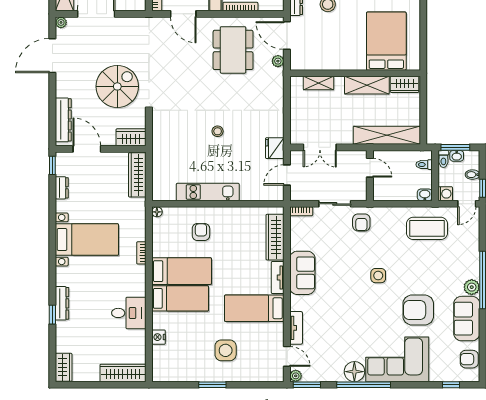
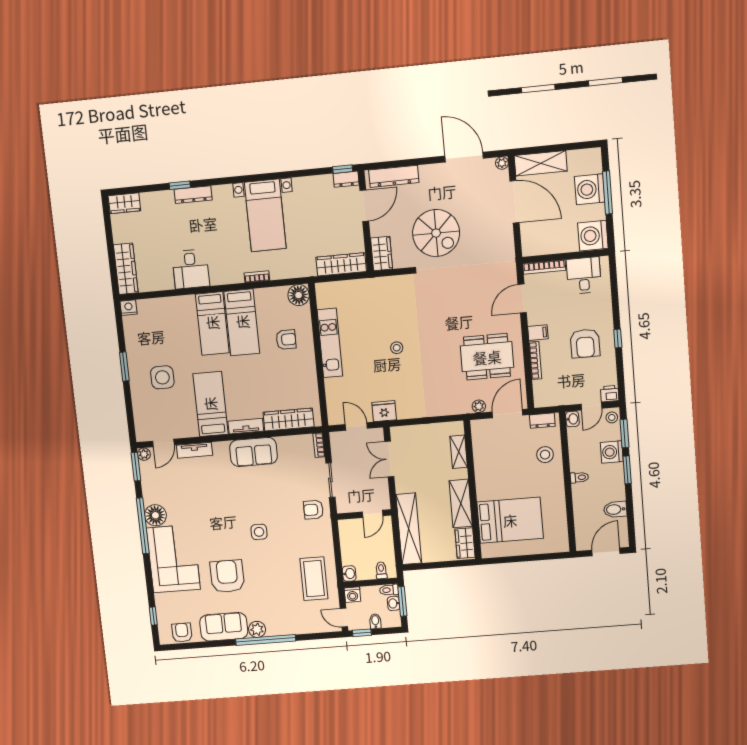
dresser: (62, 188) -> (346, 179), moved
floor lamp: (157, 212) -> (299, 295), width x1.89, depth x1.89
nightstand: (159, 337) -> (129, 308), moved

